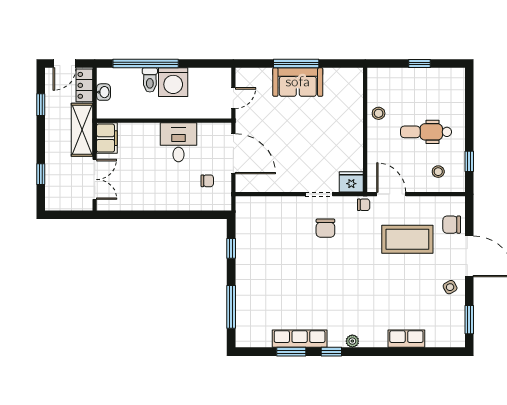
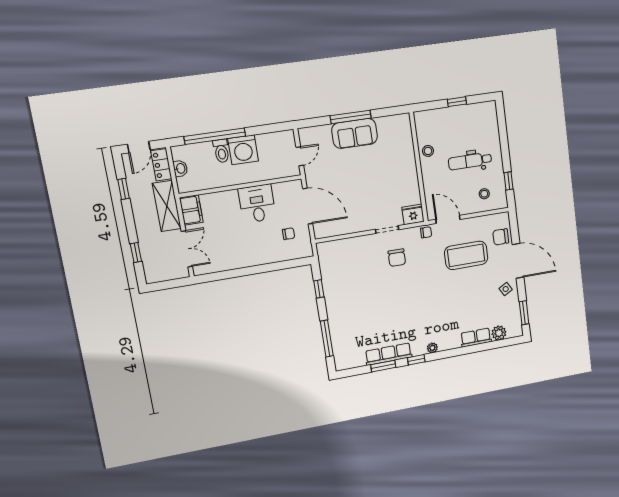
plant: (435, 338) -> (499, 333), added

